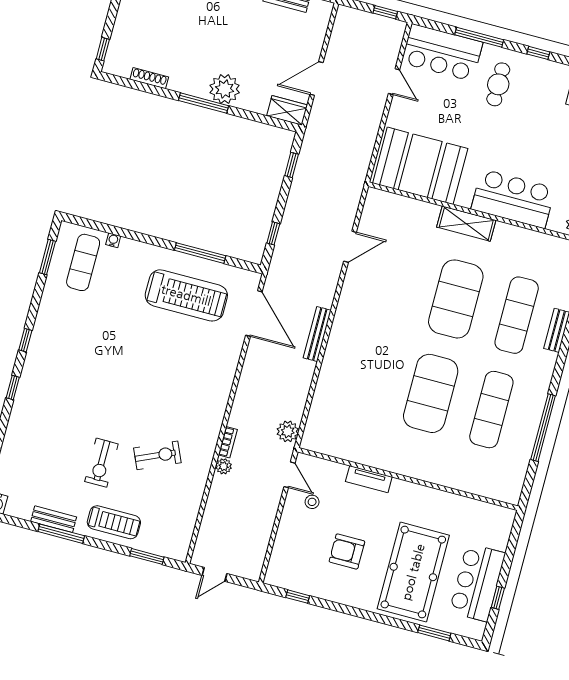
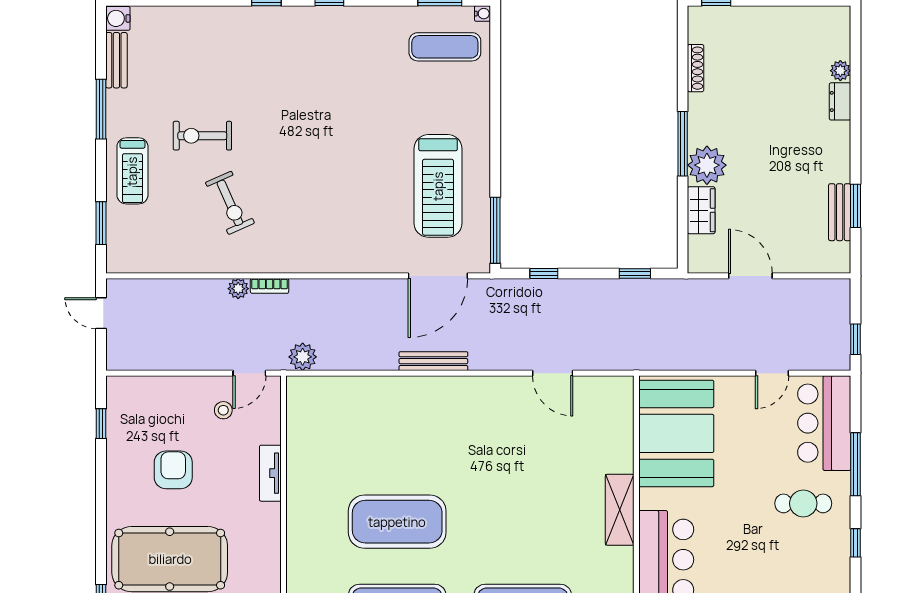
wardrobe: (287, 110) -> (701, 210), moved
water cooler: (113, 240) -> (482, 14), moved
window: (200, 253) -> (495, 230), moved
exercise mat: (456, 299) -> (523, 522), removed
bench: (54, 519) -> (116, 60), moved

